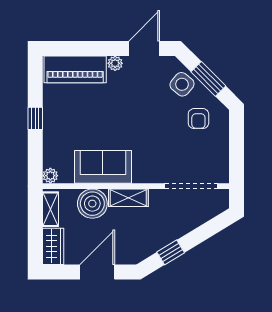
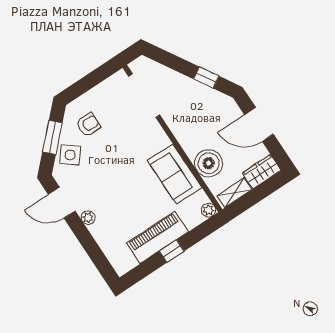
piano: (75, 69) -> (157, 237), moved, turned -90
shelving: (128, 198) -> (185, 138), removed

